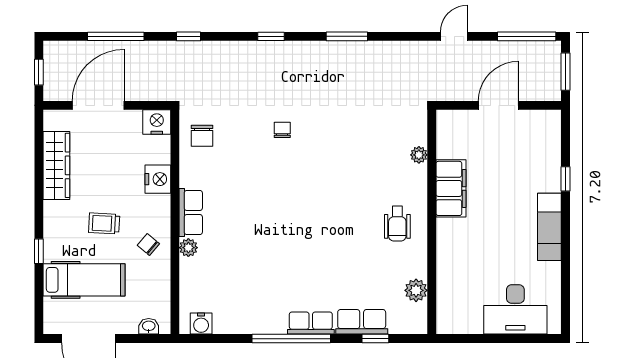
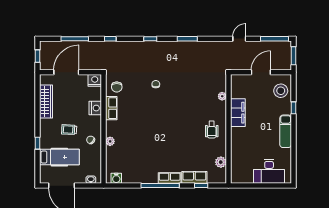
stool: (539, 143) -> (281, 91), added
row of seats: (191, 213) -> (111, 108), moved

